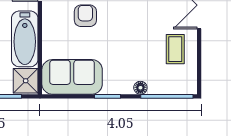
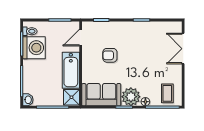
armchair: (85, 16) -> (110, 55), turned -90
coffee table: (175, 49) -> (167, 93), moved
plant: (118, 80) -> (131, 97), added

